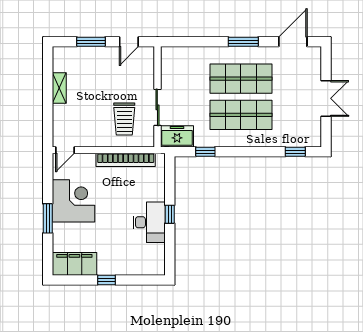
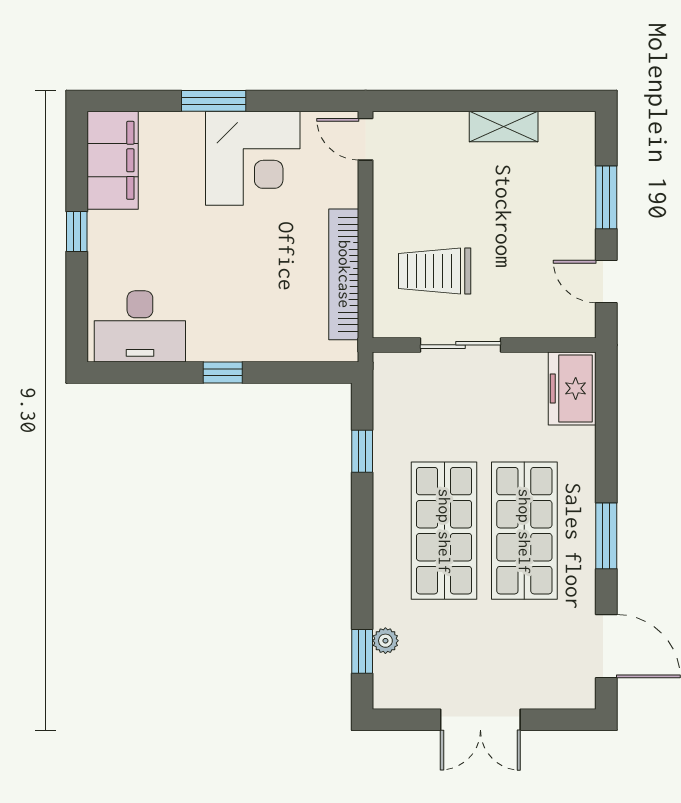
freezer: (177, 136) -> (572, 388), moved, turned 180
plant: (290, 141) -> (385, 641), added
desk: (149, 222) -> (140, 326), moved

